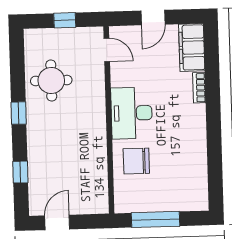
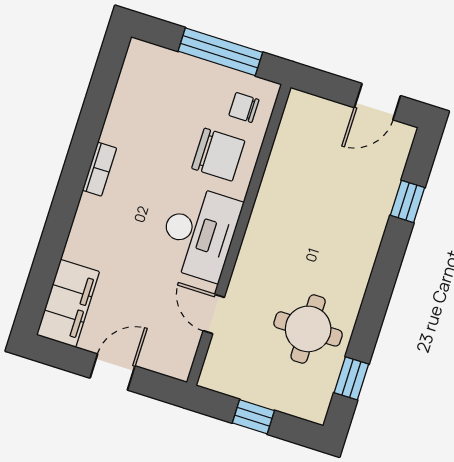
door: (107, 50) -> (214, 314), moved
bookcase: (199, 88) -> (100, 169), moved
window: (19, 113) -> (351, 378), moved
chair: (131, 193) -> (244, 107), added

